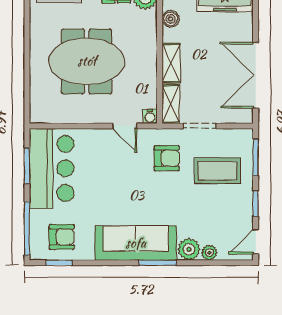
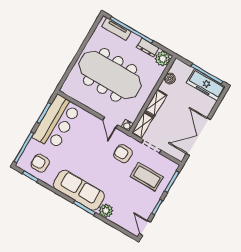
meeting table: (87, 61) -> (110, 75), width x1.36
armchair: (167, 158) -> (123, 154), turned 180
armchair: (62, 237) -> (40, 163), turned 180
door: (256, 242) -> (145, 228), hinge flipped
plant: (209, 253) -> (116, 219), removed

